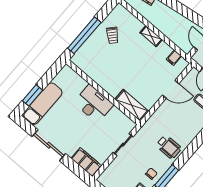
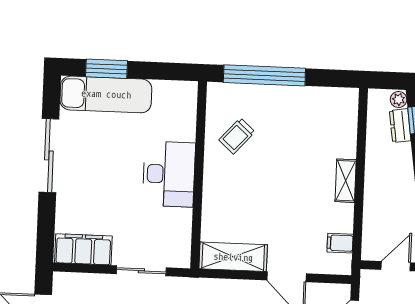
trolley: (113, 35) -> (237, 136), moved
shelving: (132, 105) -> (233, 257), moved, turned 90
filing cabinet: (86, 162) -> (83, 249), moved, turned -90

